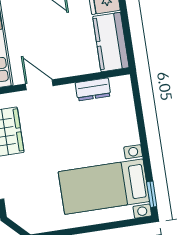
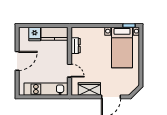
door: (39, 85) -> (70, 71), swing flipped

